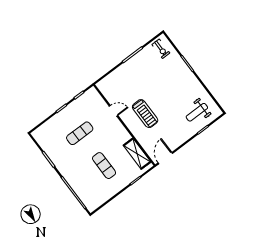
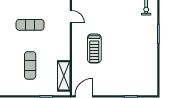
door: (114, 111) -> (71, 17), moved
weight bench: (197, 112) -> (137, 79), removed

